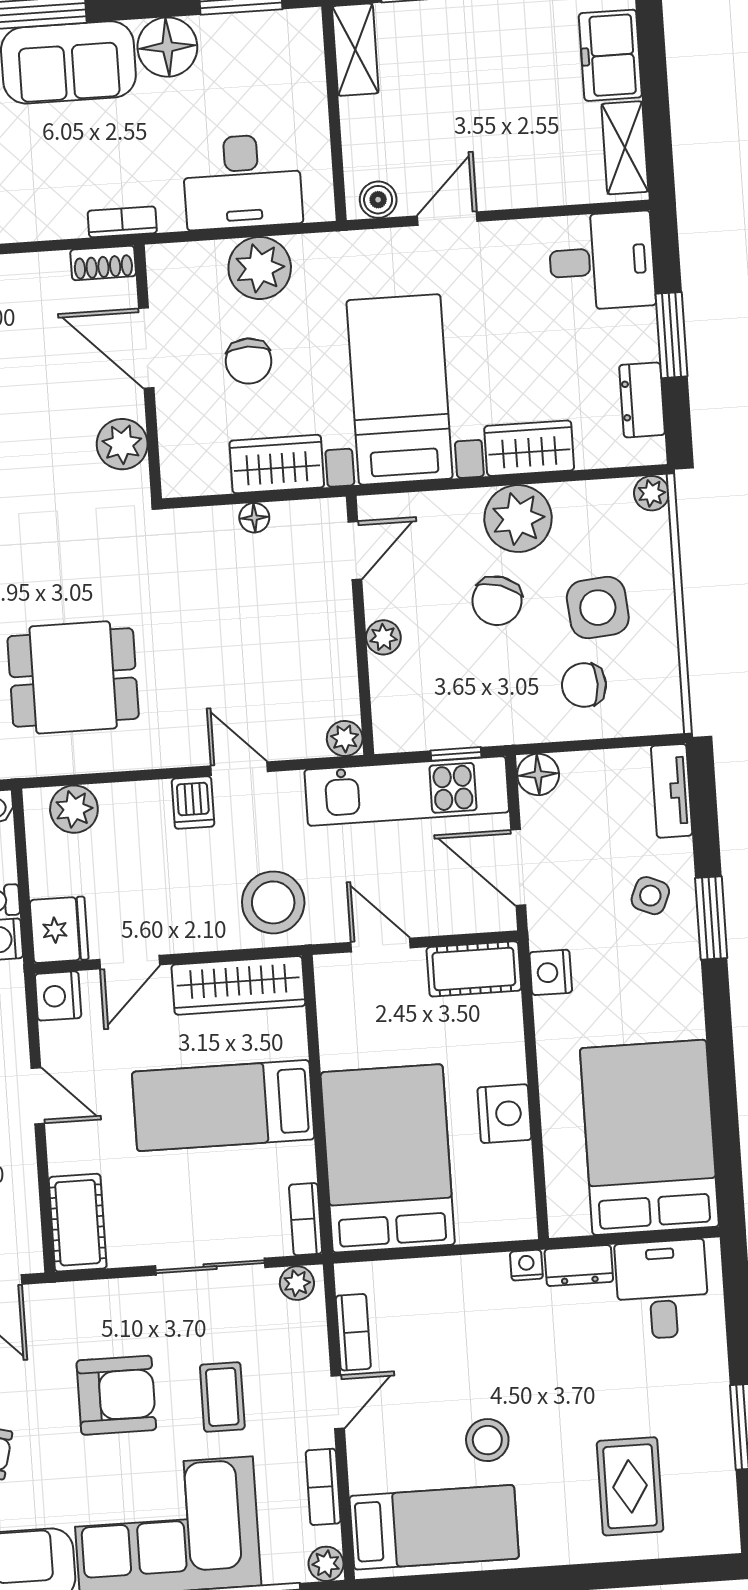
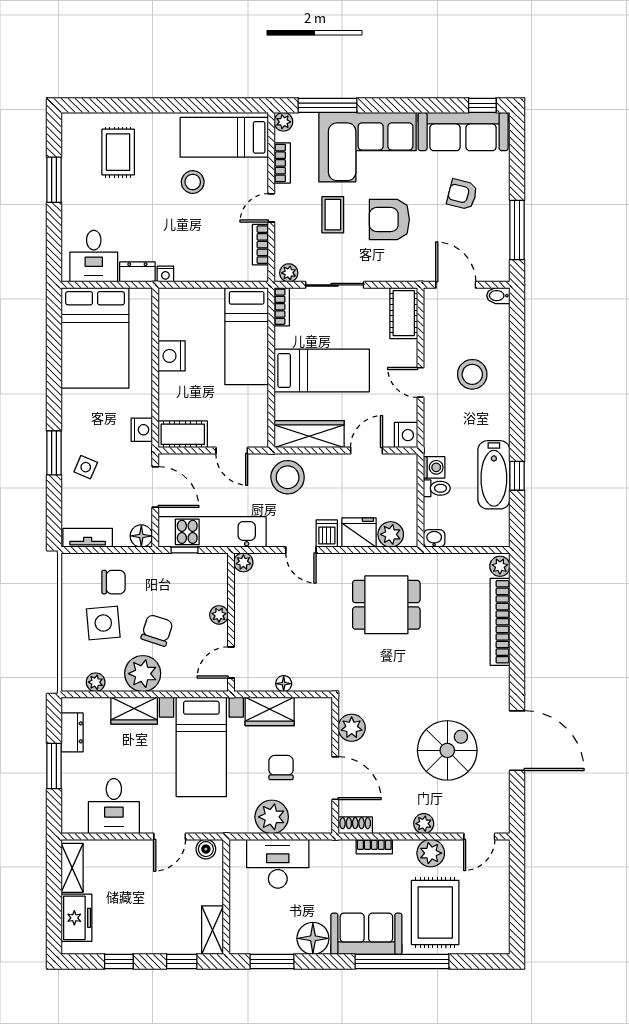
bookcase: (122, 222) -> (374, 847), moved
desk: (602, 261) -> (114, 806), moved, turned -90
plant: (652, 493) -> (96, 682), moved
tv unit: (672, 791) -> (88, 538), moved, turned -90
fridge: (59, 930) -> (359, 532), moved, turned 90
bed: (388, 1158) -> (247, 336), width x0.67

